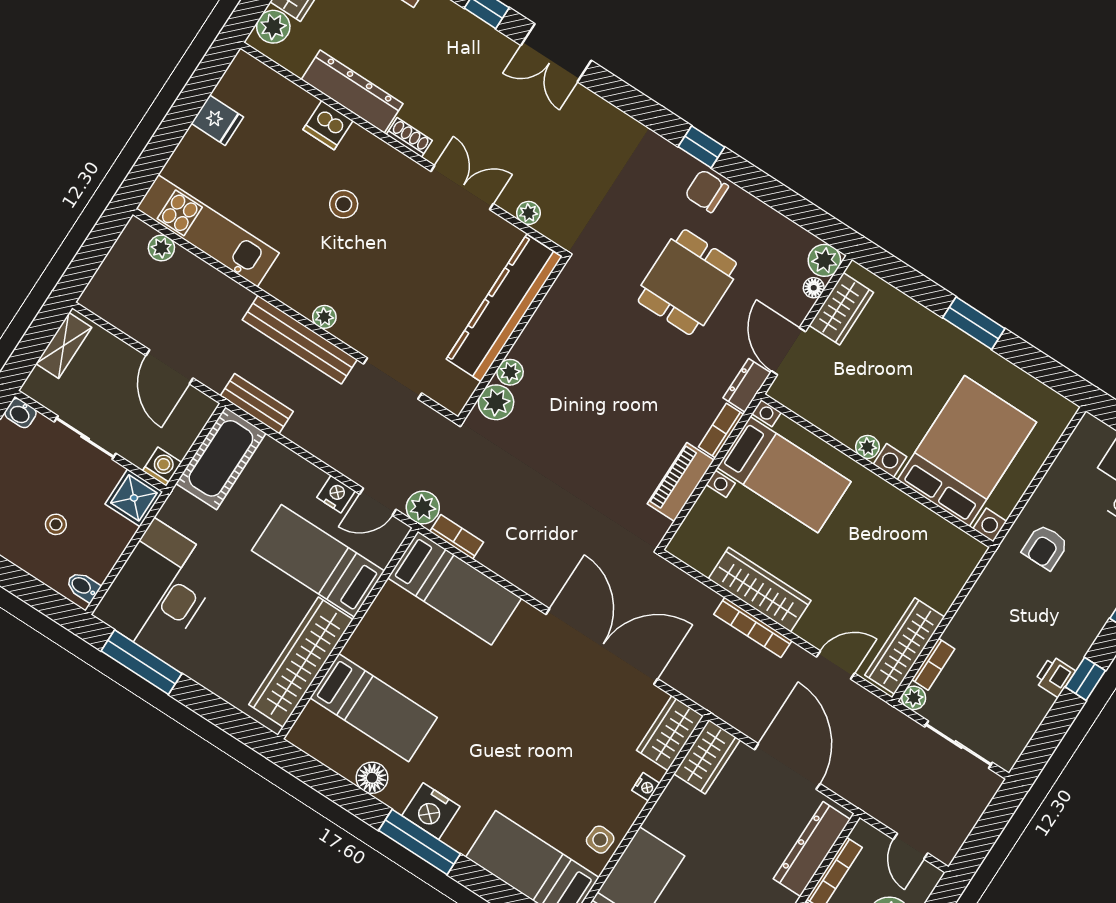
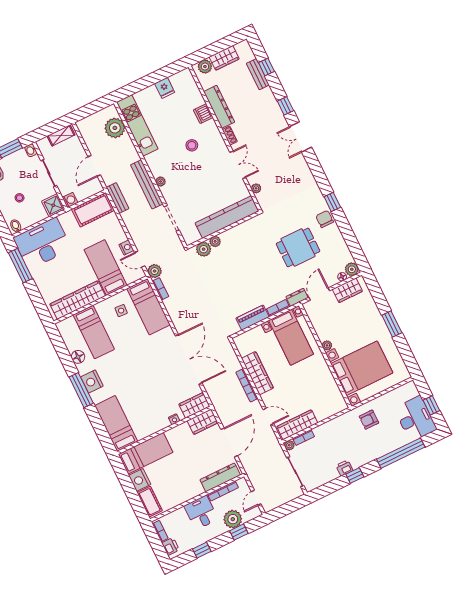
plant: (161, 248) -> (115, 128), width x1.88, depth x1.88
side table: (600, 840) -> (121, 311), moved

